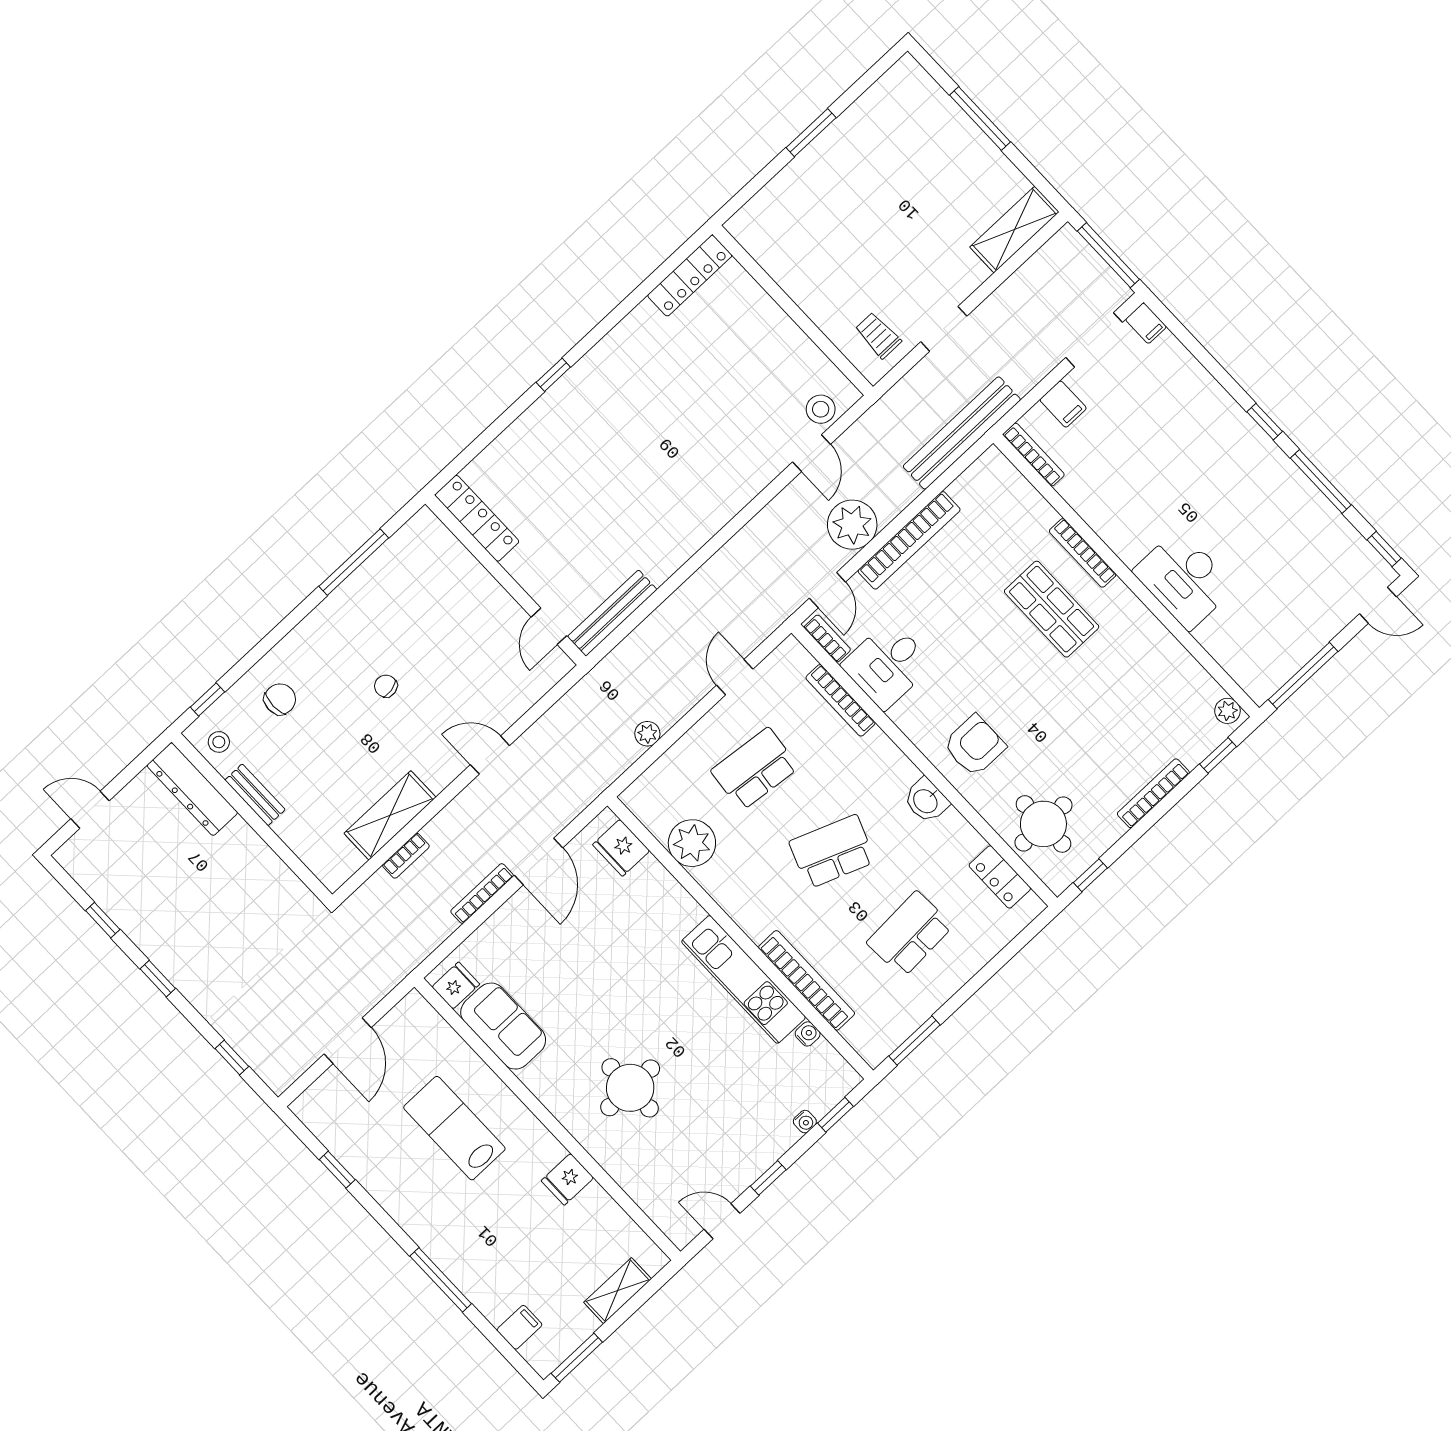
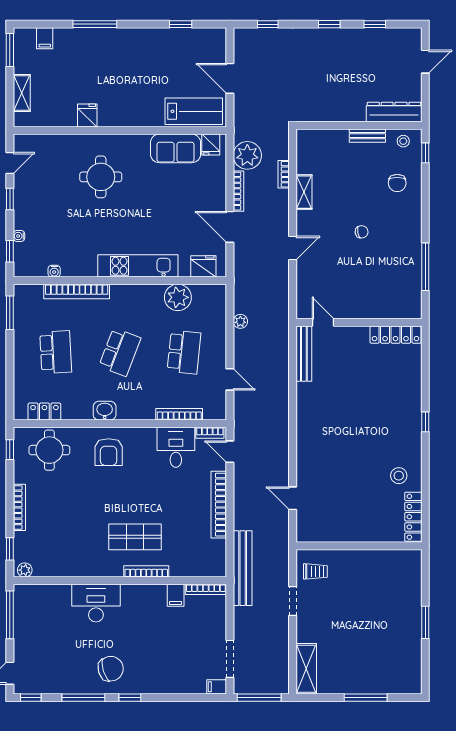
filing cabinet: (1063, 404) -> (176, 595), moved, turned -90
stool: (821, 409) -> (399, 476), moved
chair: (1251, 481) -> (111, 669), added
plant: (852, 525) -> (247, 155), moved
shelving: (390, 815) -> (304, 192), width x0.67, depth x0.75
kitchen unit: (743, 979) -> (138, 266), moved
lab bench: (454, 1128) -> (194, 111), moved

